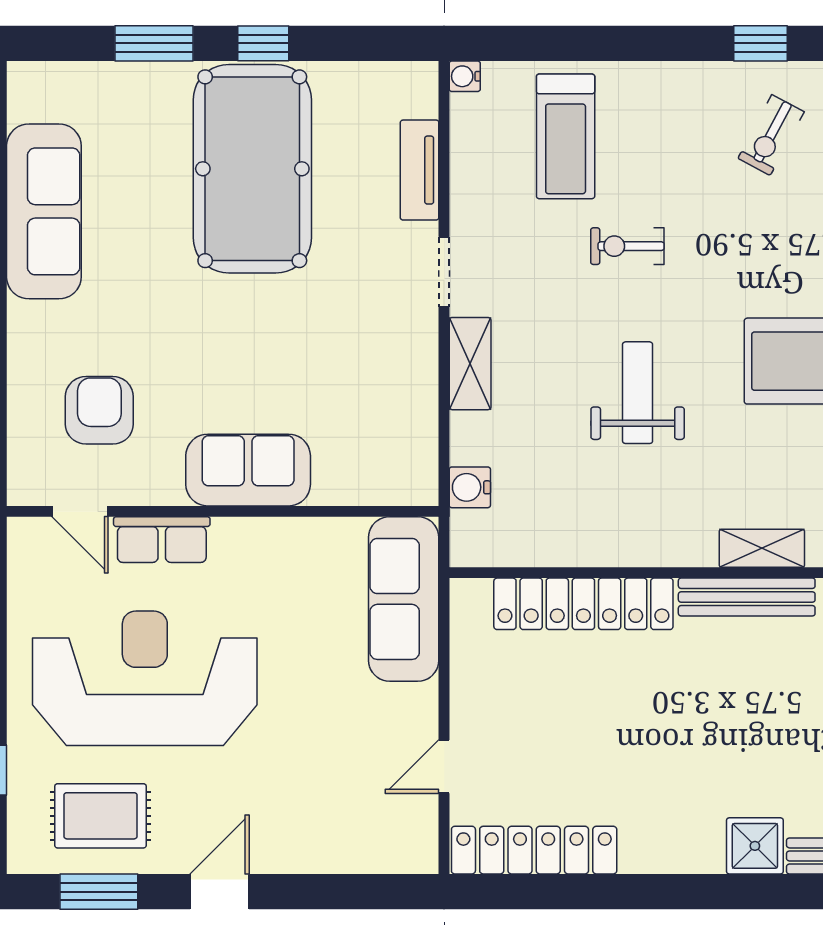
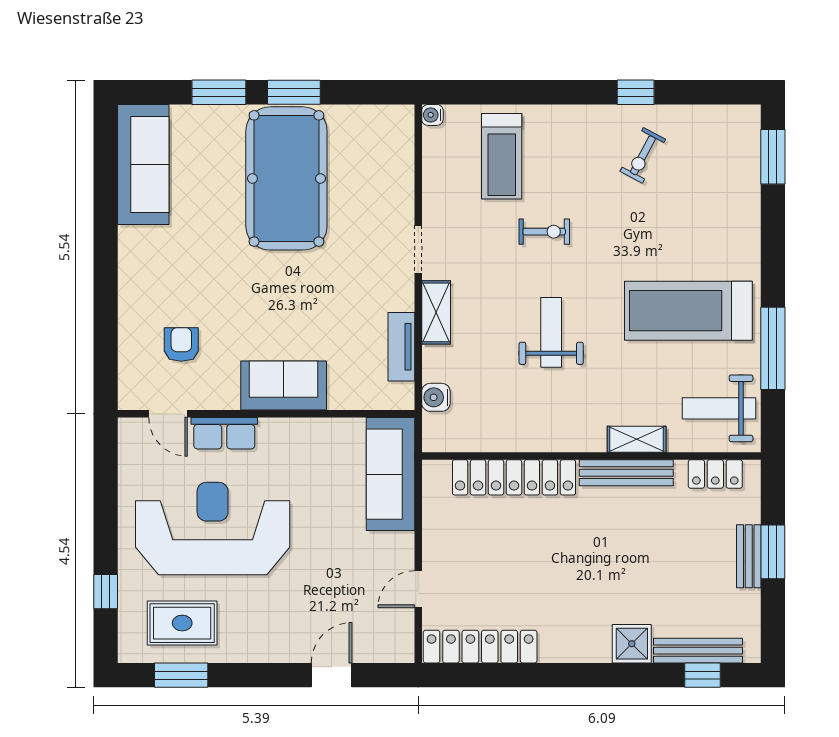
window: (263, 43) -> (294, 92), width x1.50
tv unit: (420, 170) -> (401, 347), moved
sofa: (44, 211) -> (143, 164), moved
exercise bike: (627, 246) -> (544, 232), turned 180
armchair: (99, 410) -> (181, 344), width x0.72, depth x0.72
door: (220, 892) -> (332, 675), moved

